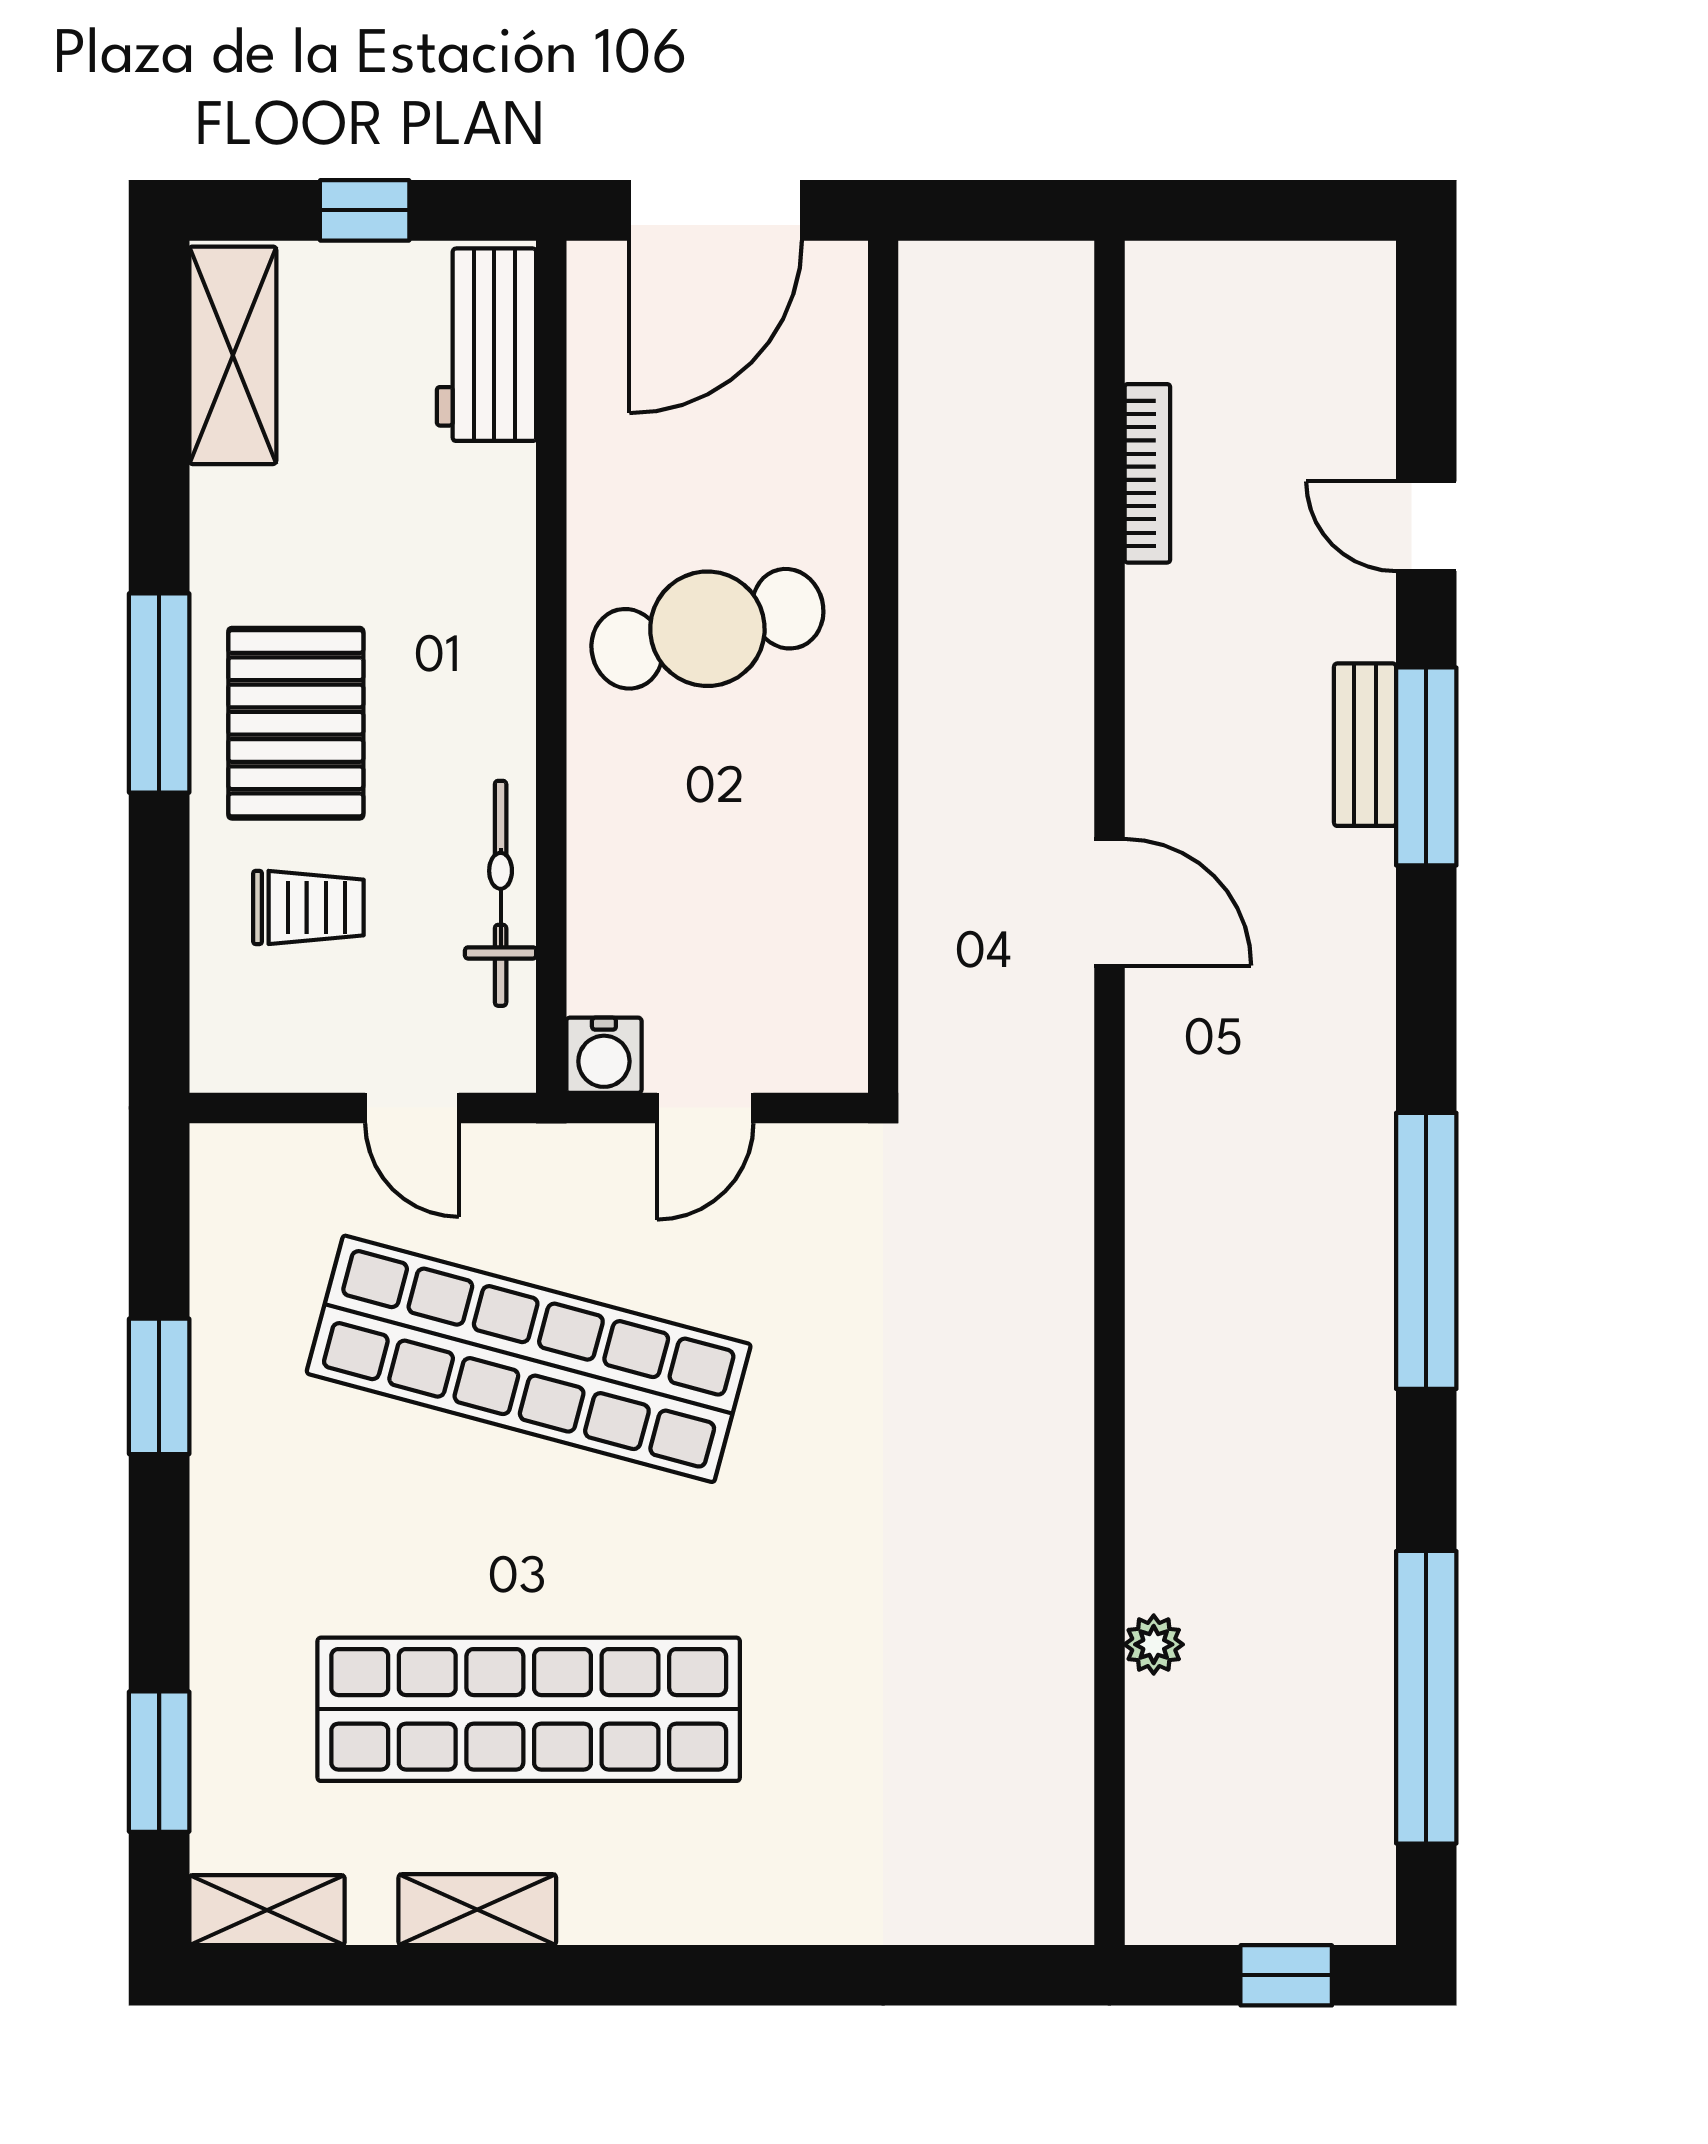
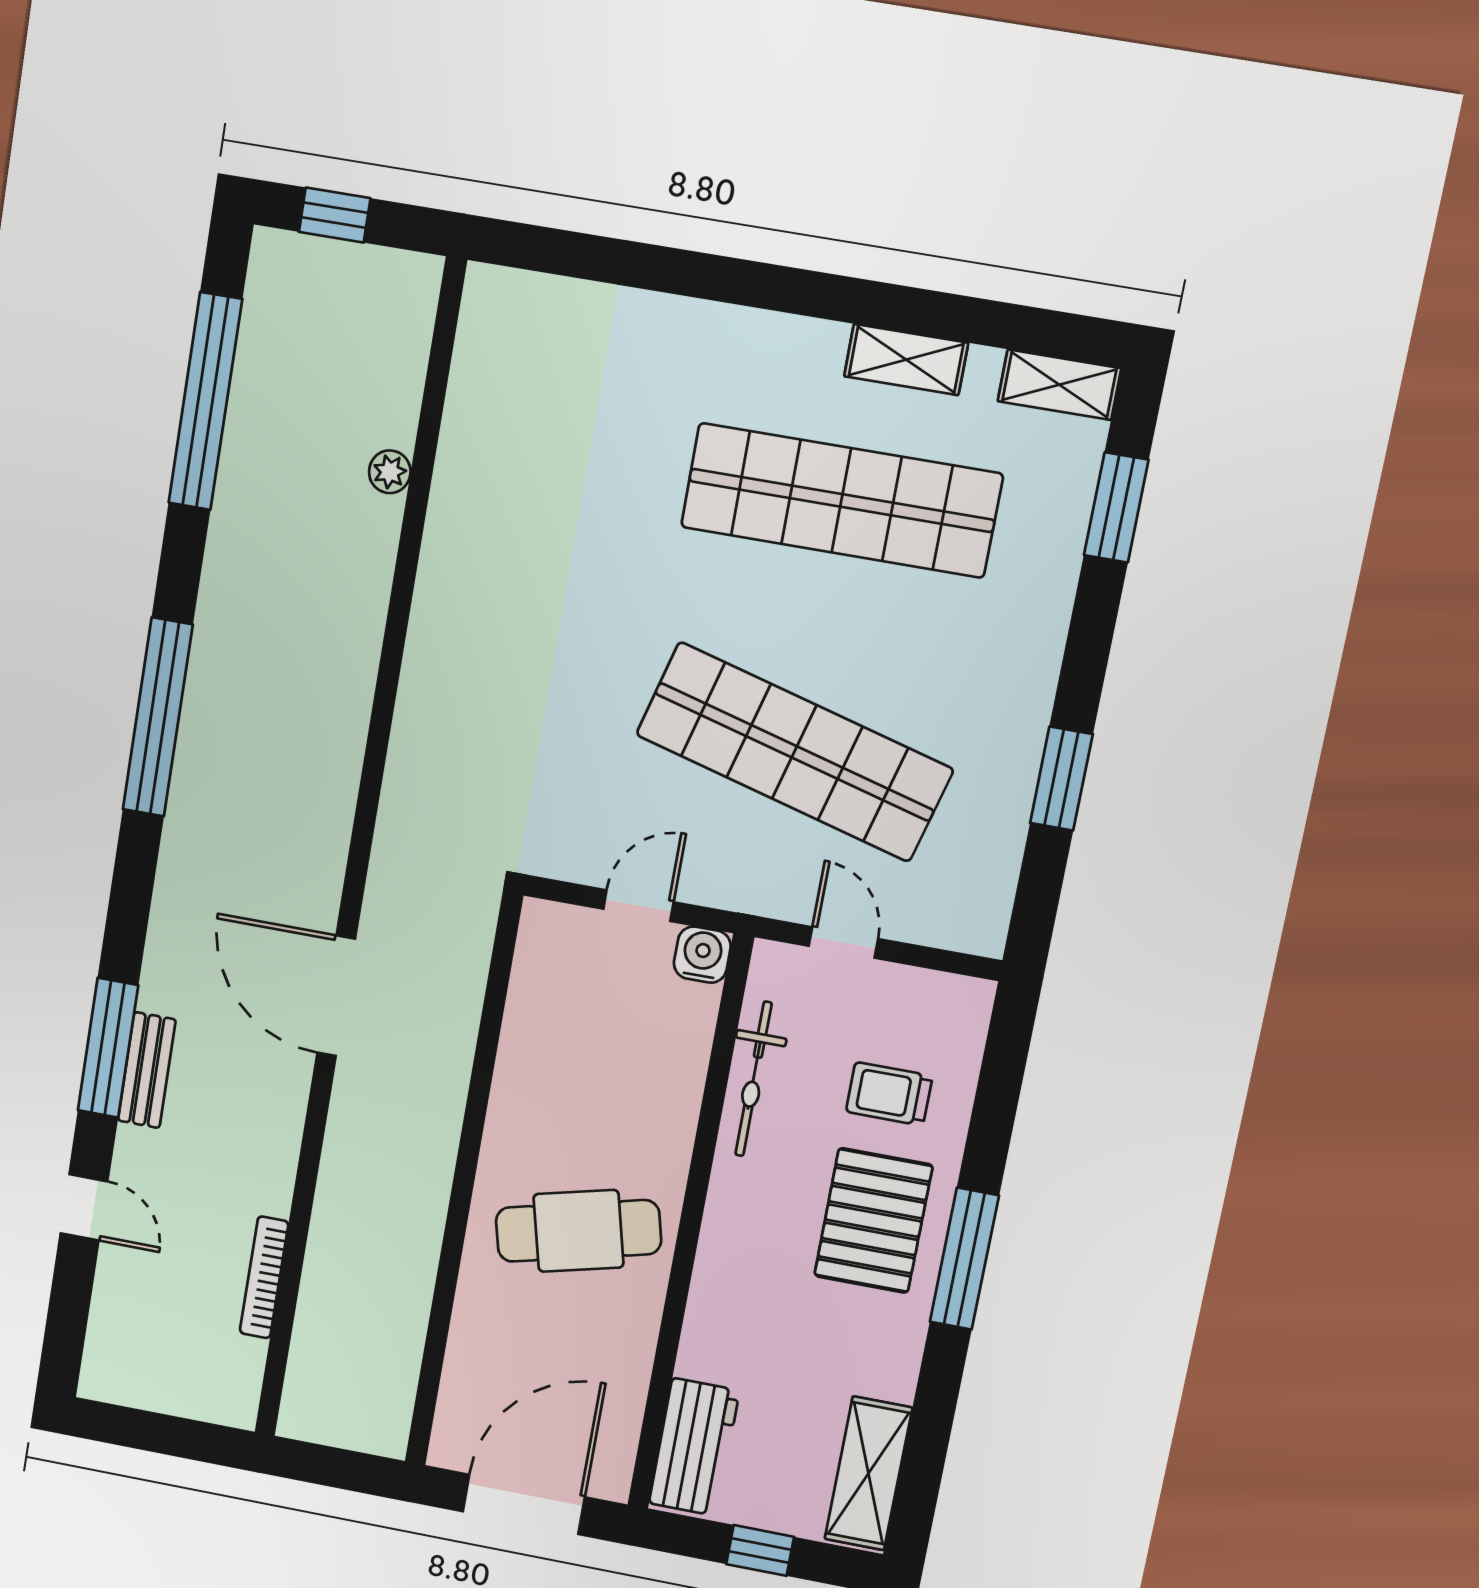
door: (1109, 902) -> (336, 996), width x1.36

